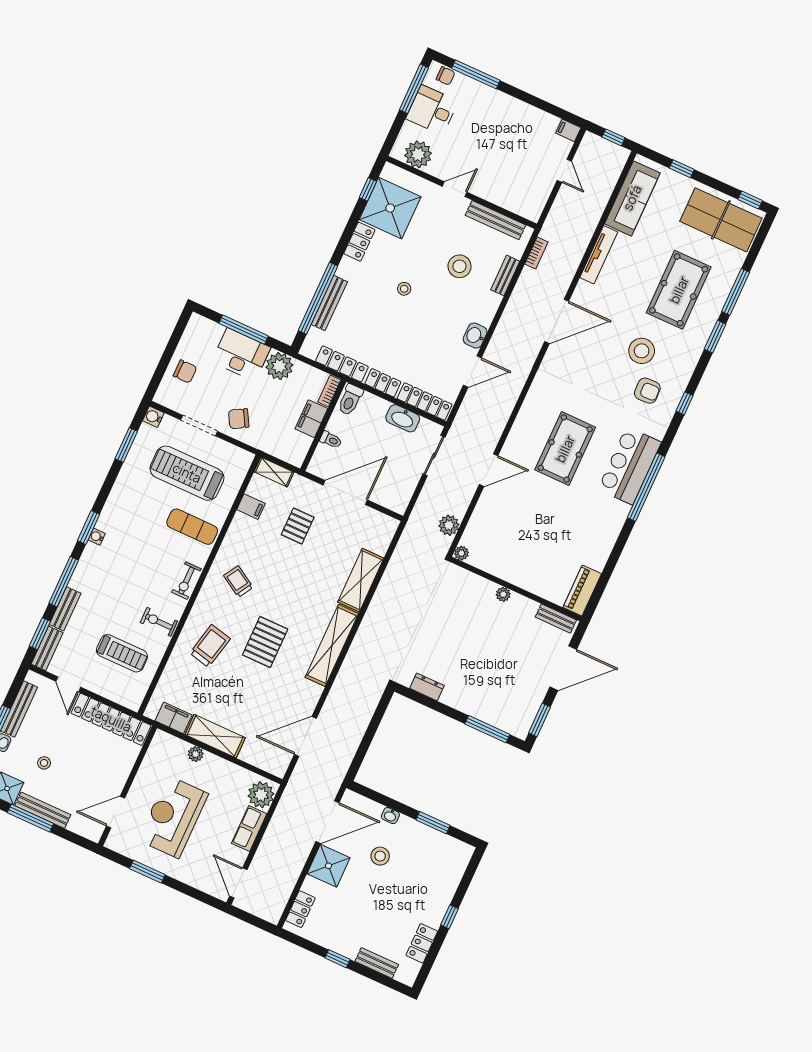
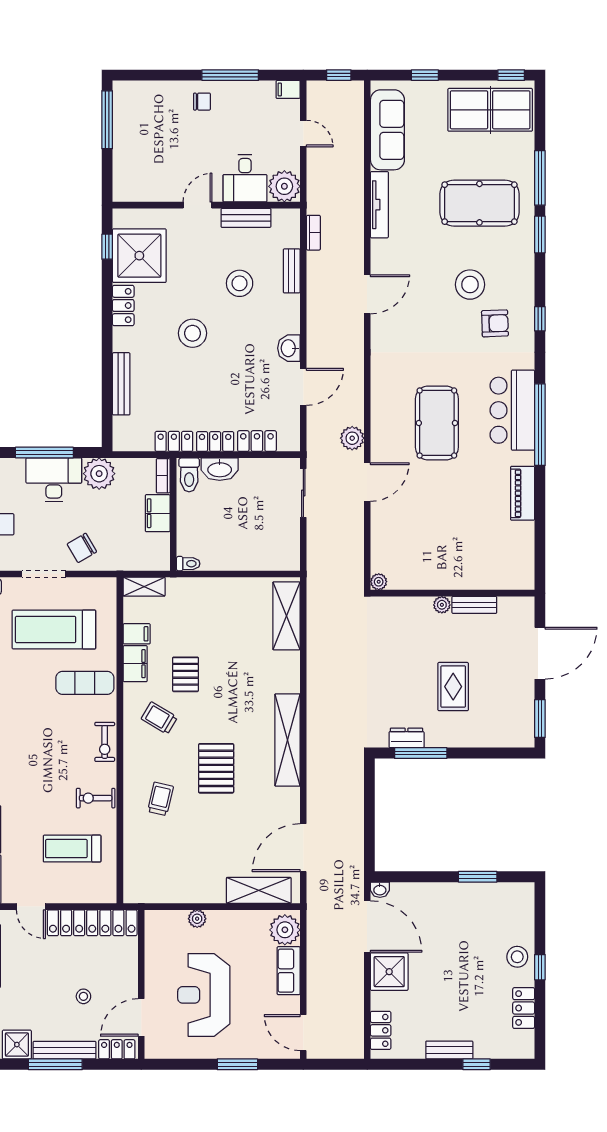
window: (476, 74) -> (230, 75), moved
chair: (446, 76) -> (202, 102), moved
desk: (432, 110) -> (245, 178), moved, turned -90
plant: (418, 154) -> (284, 186), moved
bench: (496, 220) -> (246, 218), width x0.73
stool: (404, 289) -> (193, 333), width x1.89, depth x1.89
pool table: (679, 290) -> (479, 203), turned 90
window: (318, 298) -> (107, 384), removed
door: (557, 321) -> (367, 294), width x0.73
locker: (342, 364) -> (174, 441), width x0.66
locker: (425, 401) -> (257, 441), width x0.66
washbasin: (403, 418) -> (220, 469), moved
toilet: (331, 440) -> (188, 564), moved
door: (345, 492) -> (228, 574), removed
plant: (449, 525) -> (352, 438), moved
pallet: (298, 526) -> (185, 674), moved
shelving: (361, 580) -> (286, 616), moved
piano: (582, 591) -> (523, 493), moved
bench: (556, 619) -> (474, 605), moved
trolley: (210, 646) -> (160, 799), width x0.73, depth x0.72
treadmill: (122, 653) -> (72, 849), turned 180
rug: (482, 663) -> (453, 687), added
filing cabinet: (174, 718) -> (135, 664), moved, turned 90
window: (487, 729) -> (421, 753), moved
shelving: (215, 736) -> (259, 890), moved
stool: (44, 763) -> (83, 996), moved
washbasin: (390, 816) -> (380, 890), moved
door: (327, 822) -> (367, 927), hinge flipped
locker: (85, 828) -> (117, 1049), added
stool: (380, 856) -> (517, 957), moved
window: (147, 872) -> (237, 1064), moved
window: (338, 959) -> (477, 1064), moved
bench: (377, 963) -> (449, 1050), moved

